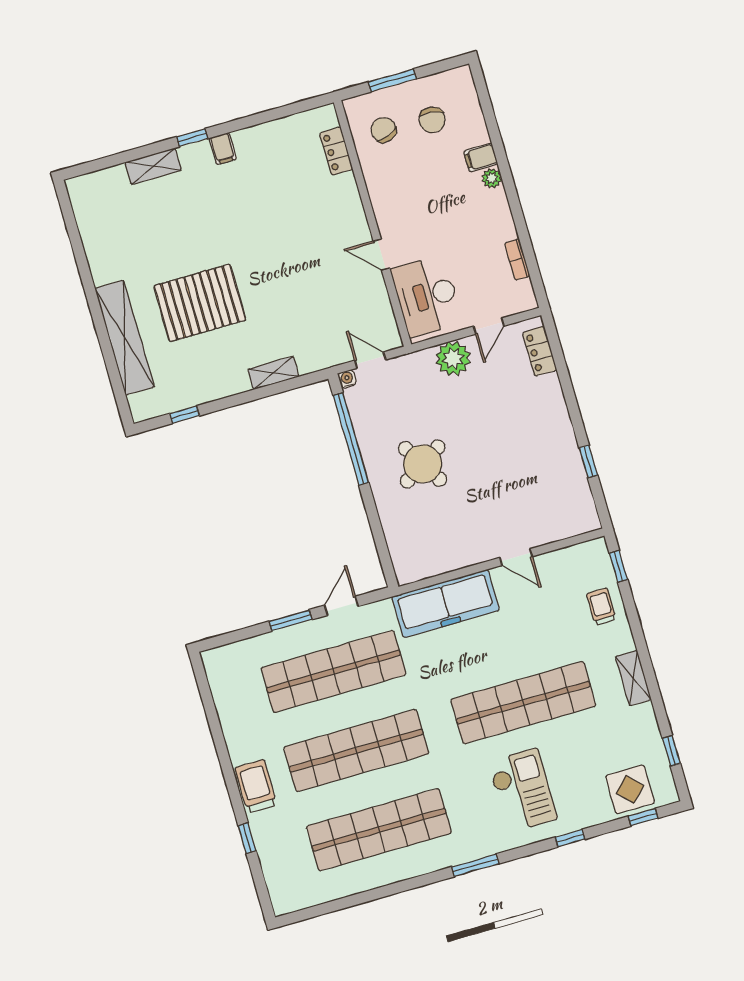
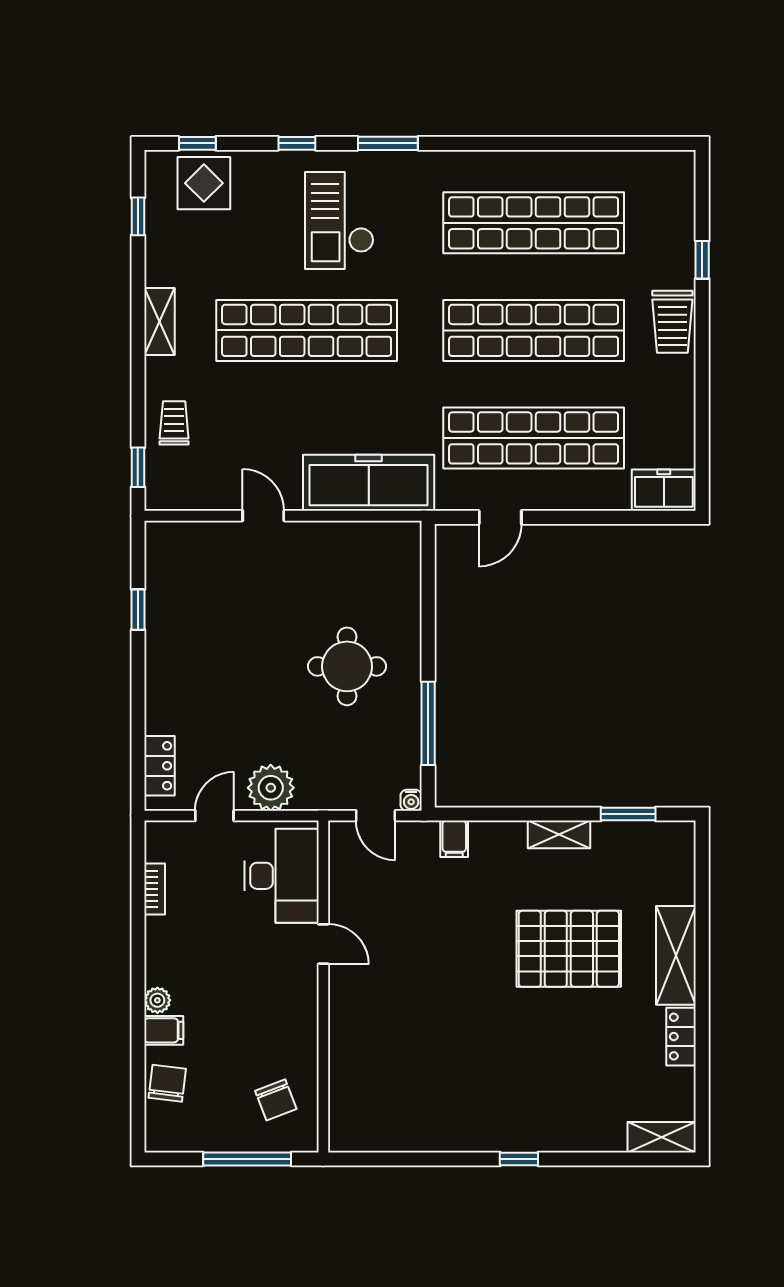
window: (392, 80) -> (247, 1159), width x1.44
chair: (432, 120) -> (167, 1083), moved
filing cabinet: (223, 149) -> (454, 839), moved, turned 180
locker: (336, 151) -> (681, 1037), moved, turned 180
shelving: (153, 166) -> (662, 1137), moved
shelving: (125, 338) -> (676, 955), width x0.68
shelving: (273, 373) -> (559, 834), moved
window: (185, 415) -> (628, 814), width x1.50
window: (351, 439) -> (428, 723), width x0.68
round table: (423, 464) -> (347, 666), turned 32
trolley: (601, 607) -> (174, 423), turned 180
window: (291, 620) -> (569, 517), removed
freezer: (227, 660) -> (664, 490), added
window: (475, 865) -> (388, 143), moved

